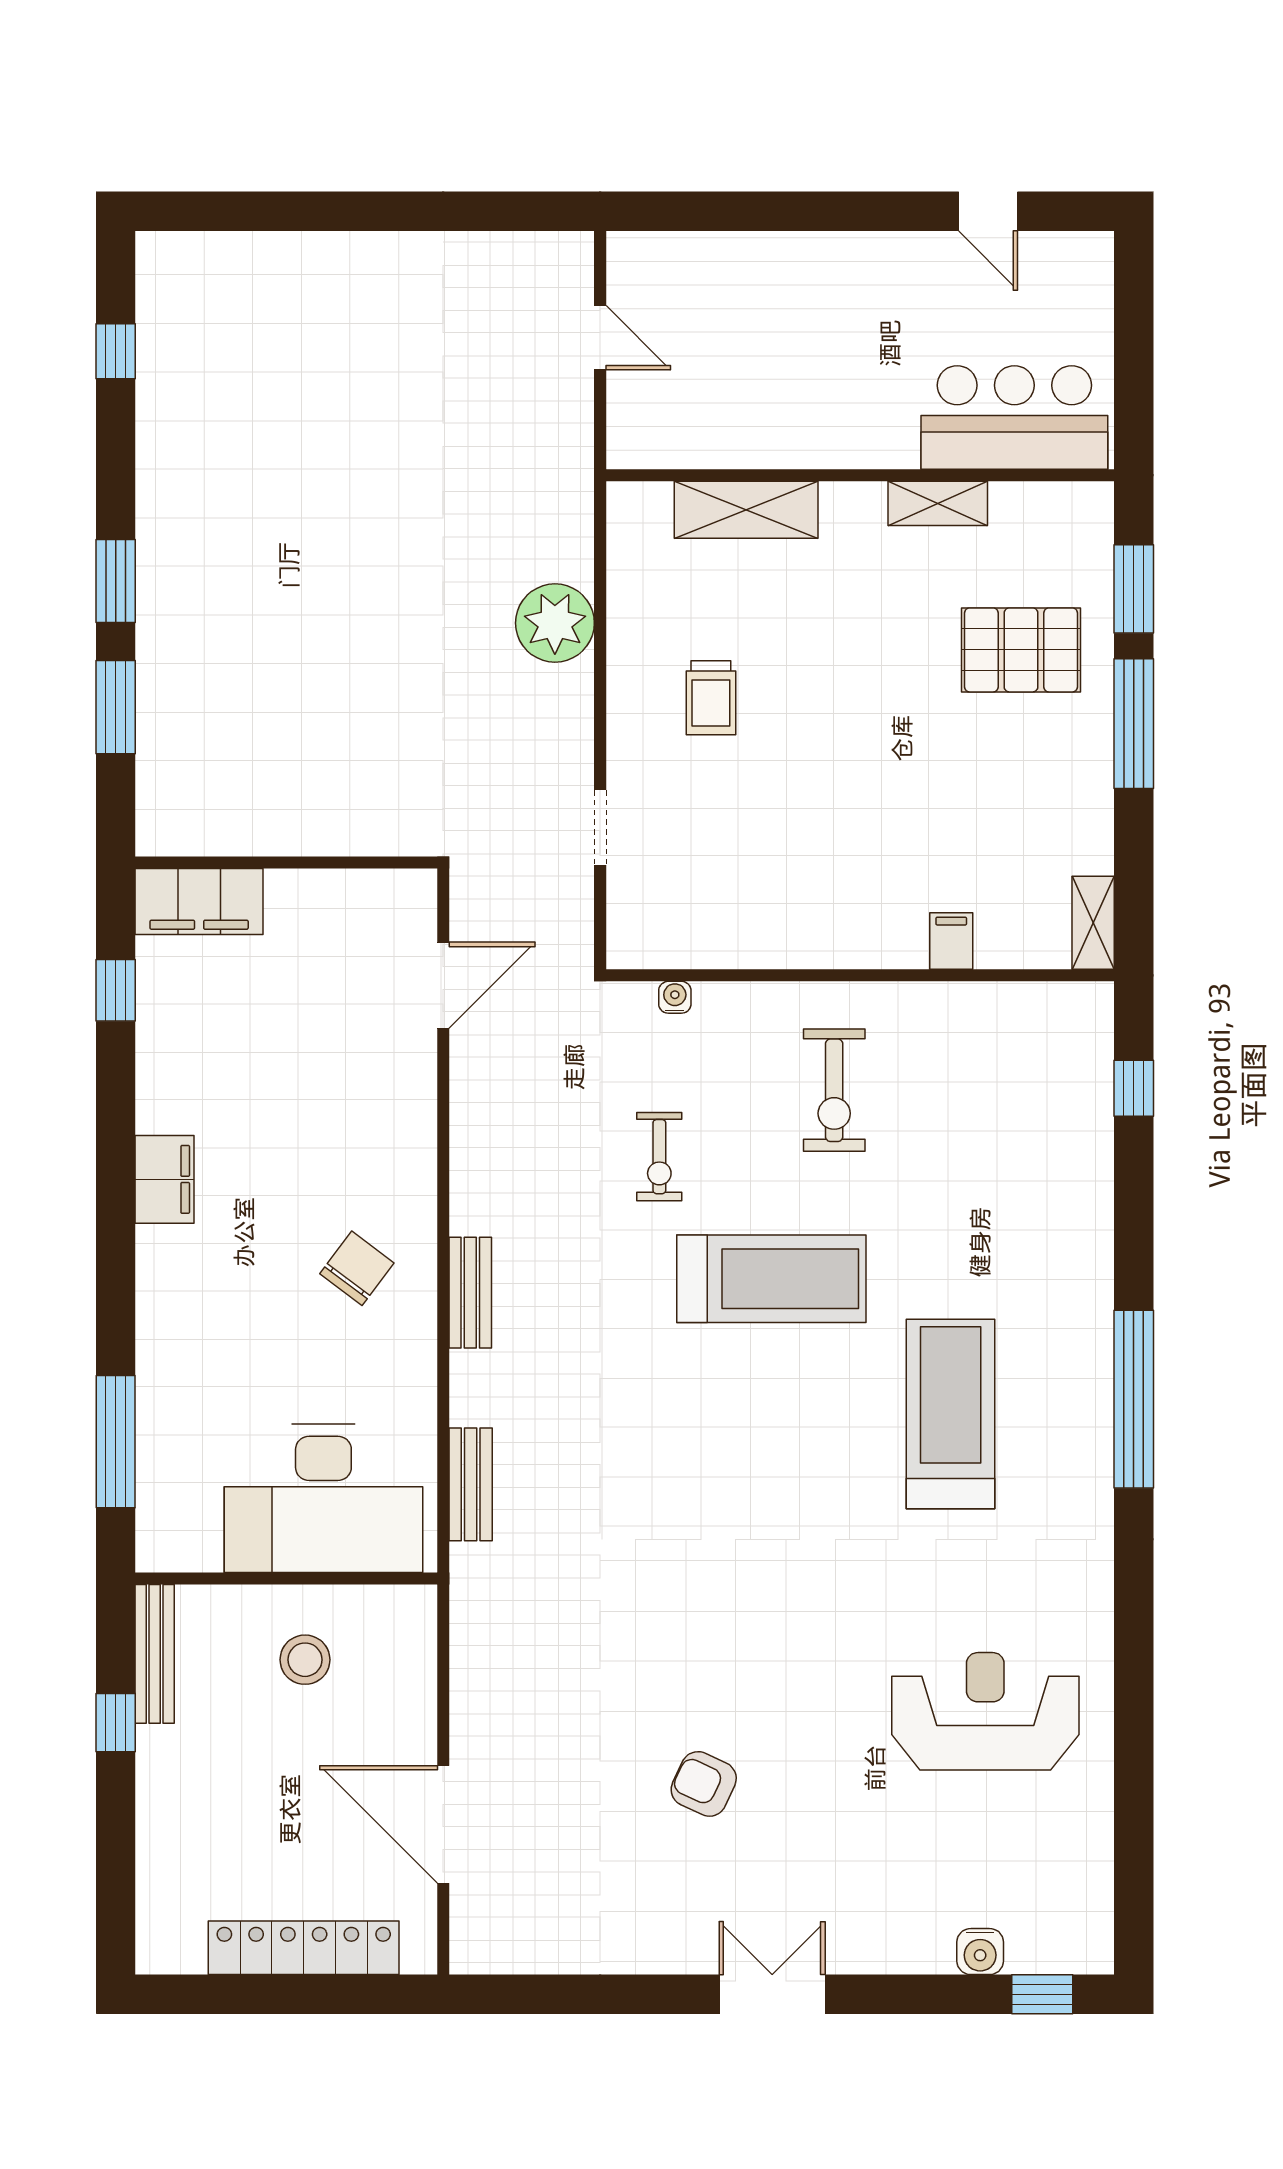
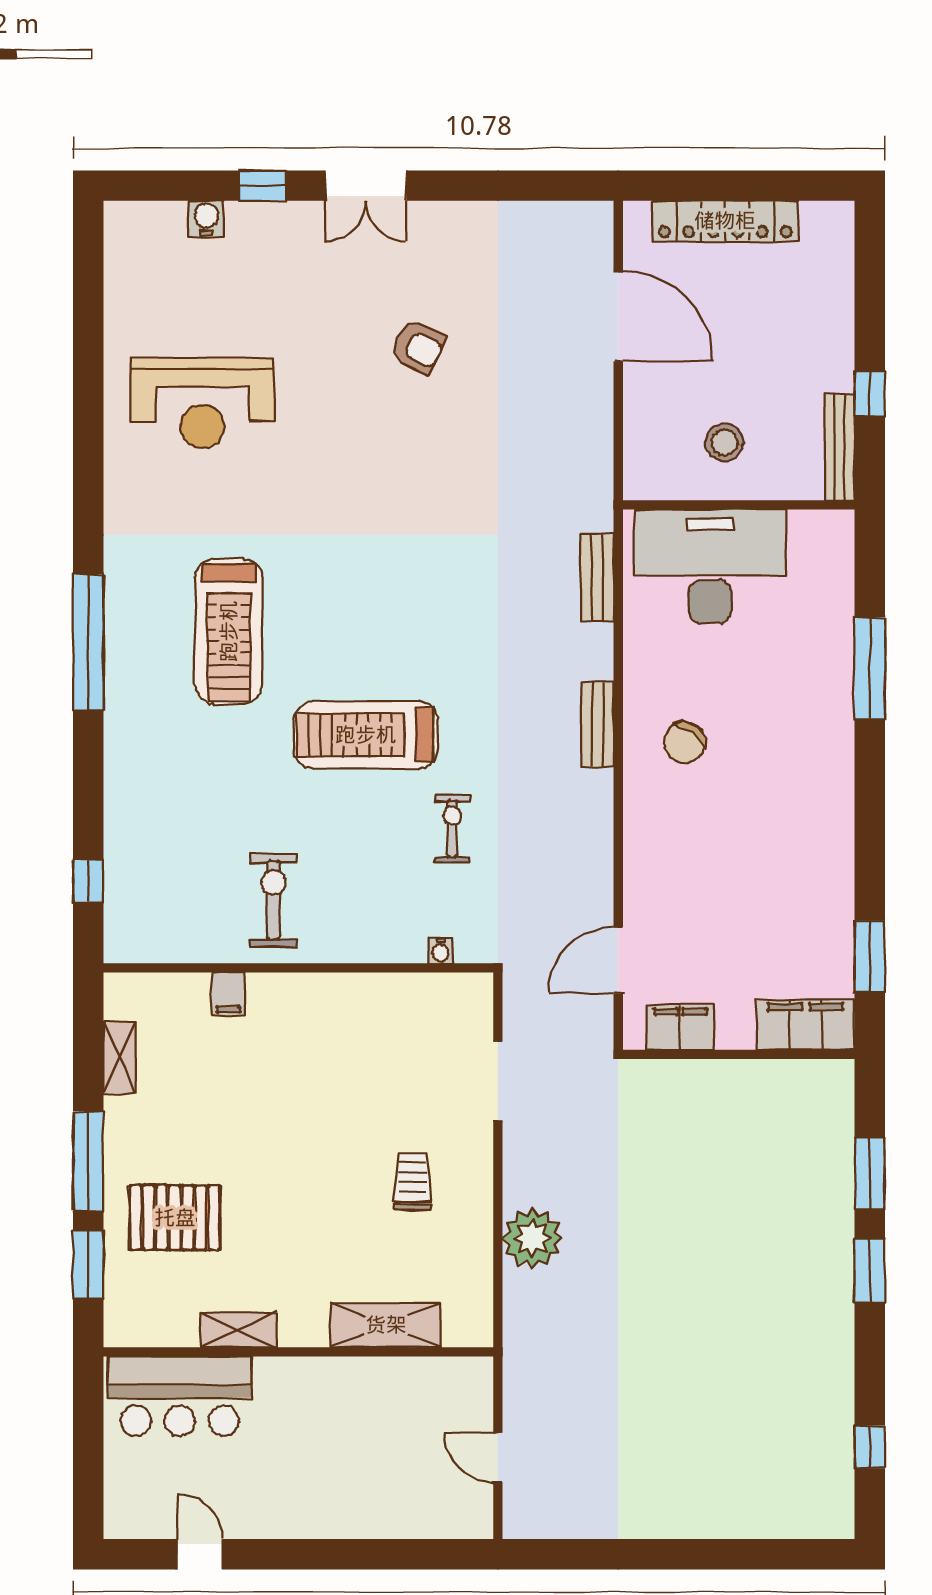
doorway: (600, 828) -> (498, 1081), width x1.38
shelving: (1093, 923) -> (119, 1057), moved
window: (116, 990) -> (870, 956), width x1.50
exercise bike: (834, 1090) -> (273, 900), moved
filing cabinet: (165, 1179) -> (680, 1027), moved, turned 90
window: (116, 1442) -> (870, 668), moved
window: (1042, 1994) -> (263, 186), moved

